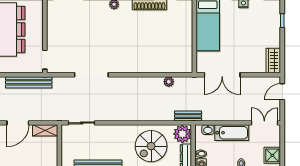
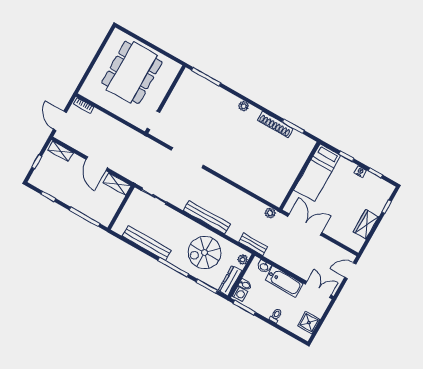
wardrobe: (273, 61) -> (366, 224), moved
double door: (222, 75) -> (305, 224), swing flipped
bench: (29, 82) -> (207, 217), moved
plant: (169, 82) -> (270, 213), moved
door: (18, 123) -> (97, 164), hinge flipped
plant: (182, 134) -> (243, 260), width x0.53, depth x0.53

